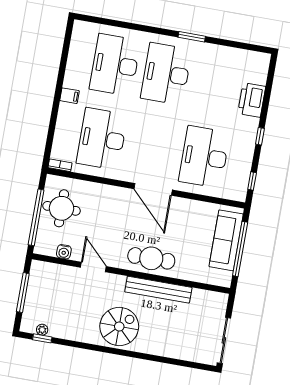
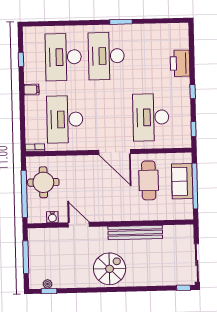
window: (64, 57) -> (21, 59), added
sofa: (226, 240) -> (182, 181), width x0.73
cafe table: (151, 258) -> (149, 180), moved, turned 90
window: (202, 367) -> (184, 288), added

